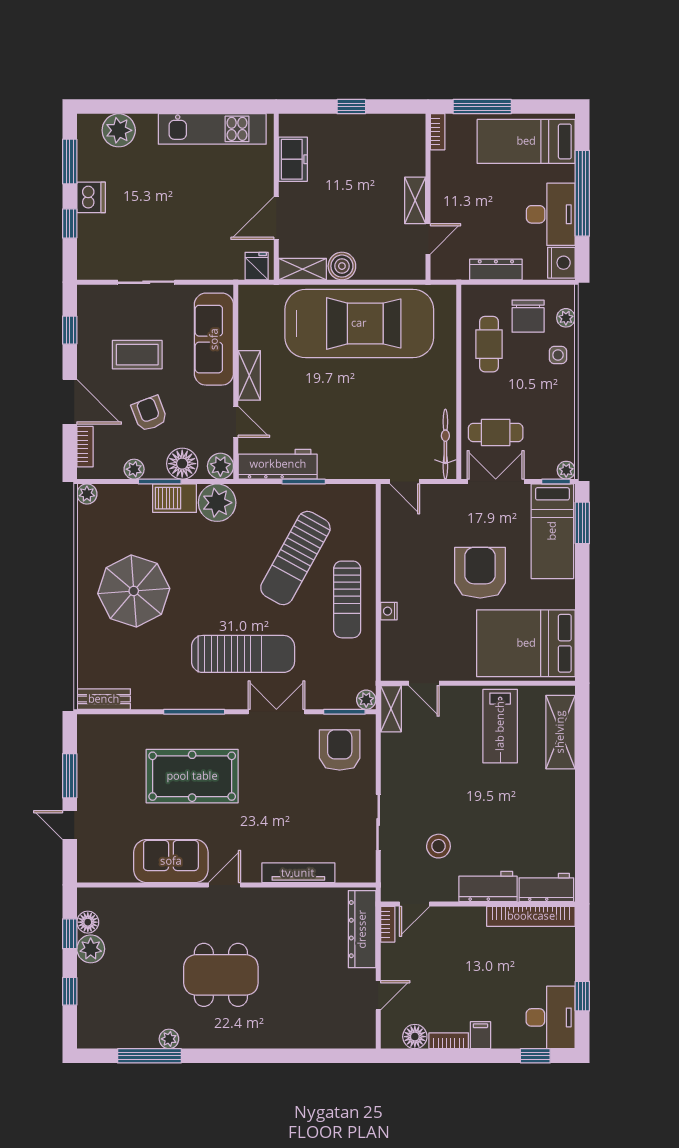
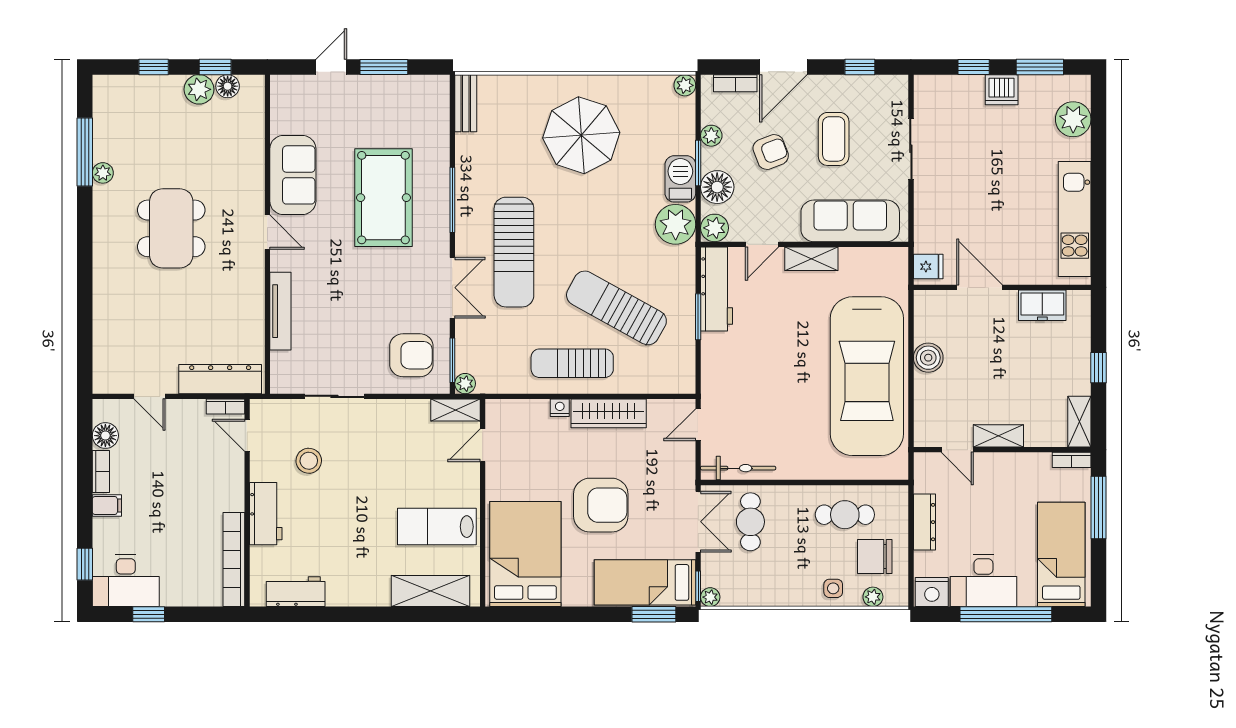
shelving: (302, 269) -> (1079, 422), moved
wardrobe: (394, 565) -> (609, 413), added
workbench: (546, 887) -> (296, 592), moved, turned -90

